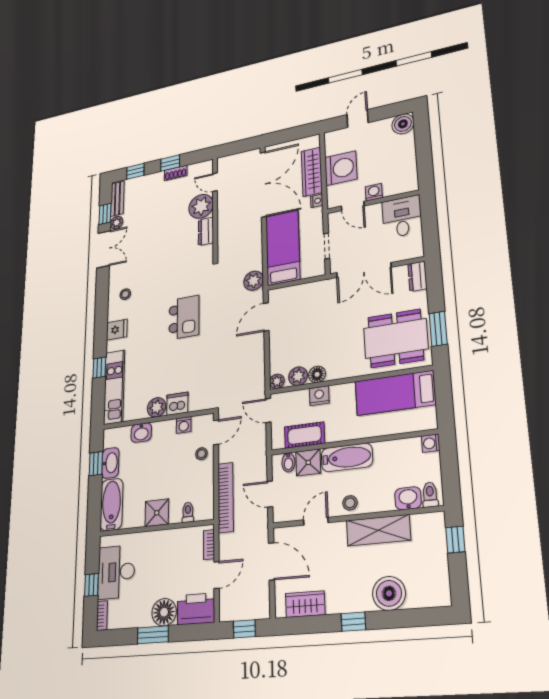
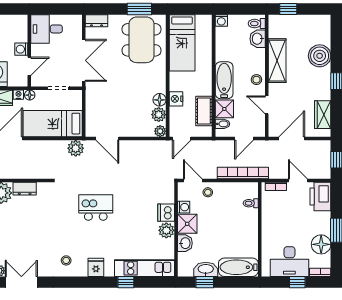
floor lamp: (317, 214) -> (30, 95), added
shower: (157, 513) -> (187, 224), moved
floor lamp: (164, 612) -> (321, 244), moved

